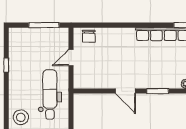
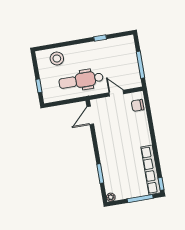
door: (125, 91) -> (90, 115), moved
dental chair: (50, 95) -> (81, 80), turned 180

